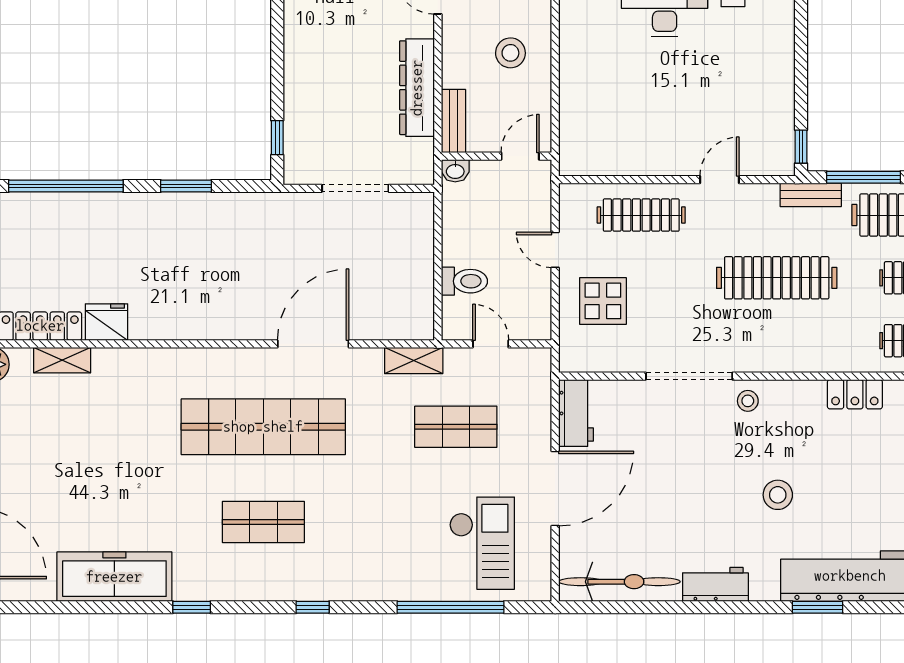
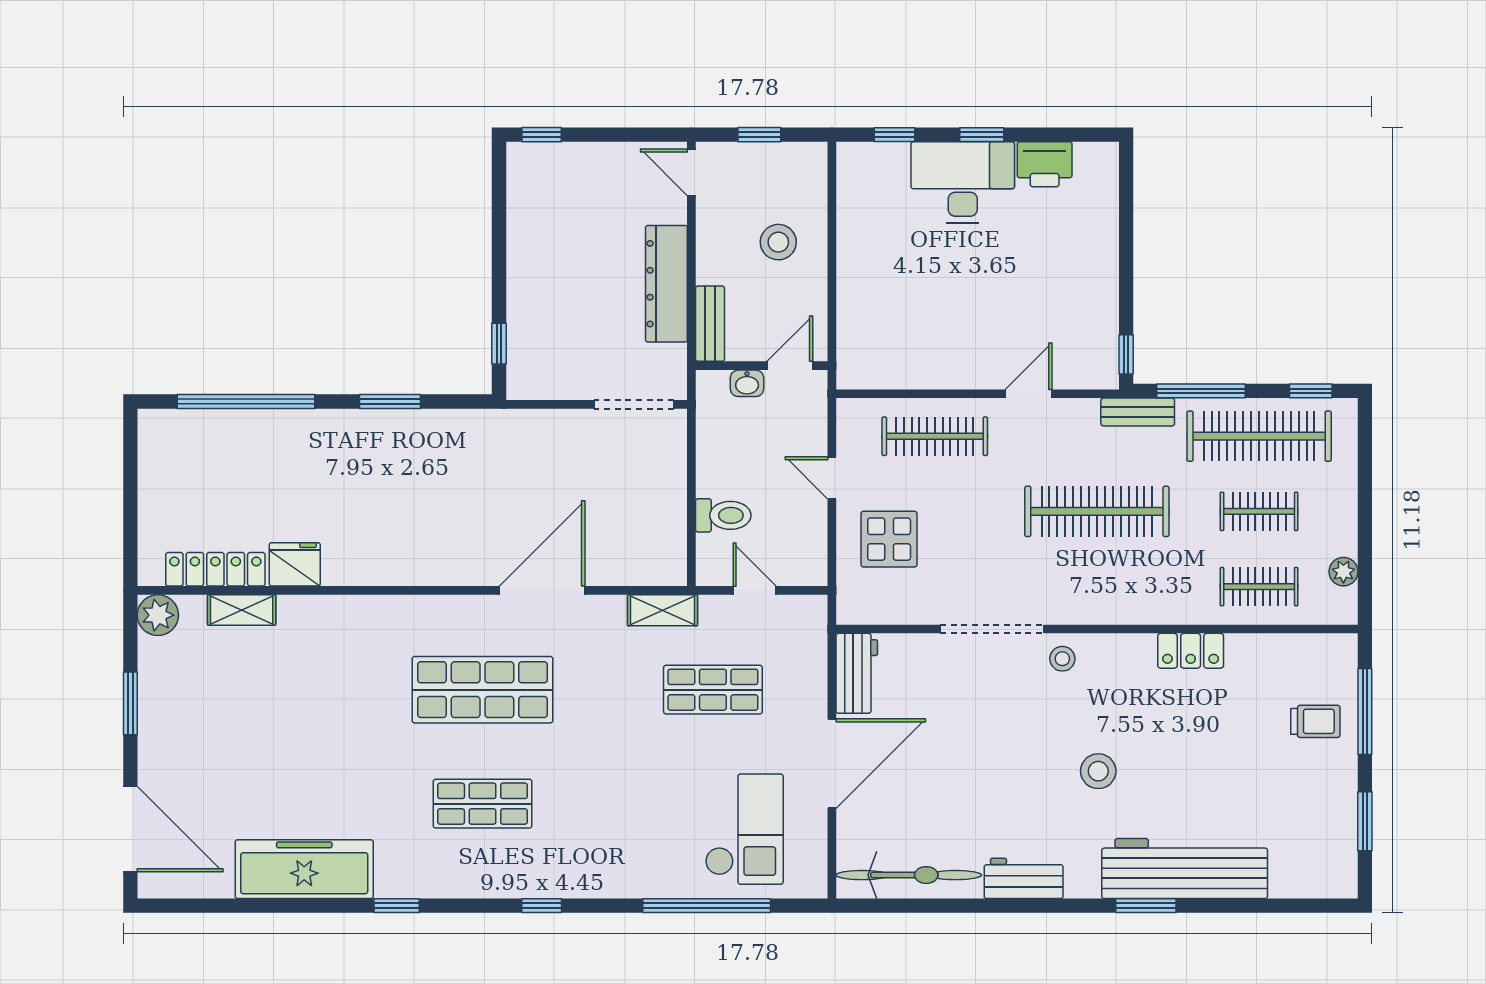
washbasin: (455, 171) -> (747, 383), moved
doorway: (355, 188) -> (634, 404), moved
shop shelf: (263, 427) -> (483, 690), width x0.71

